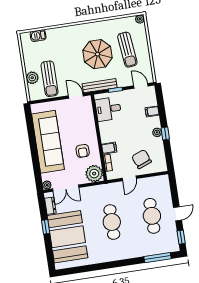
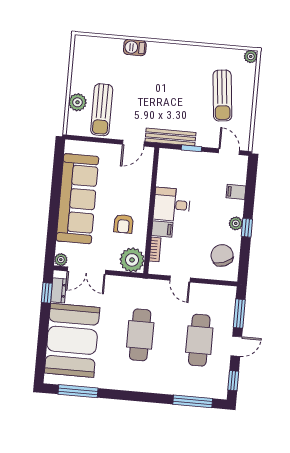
barbecue: (38, 36) -> (135, 47), moved
parasol: (98, 54) -> (179, 92), removed
door: (76, 96) -> (133, 143), swing flipped
desk: (108, 109) -> (172, 205), moved
chair: (142, 159) -> (222, 255), moved
door: (129, 178) -> (180, 279), hinge flipped
window: (174, 192) -> (239, 314), added
window: (46, 227) -> (47, 293), moved
window: (80, 270) -> (78, 391), added

